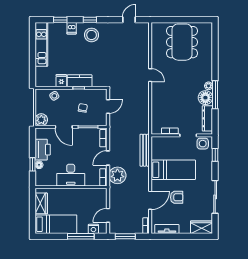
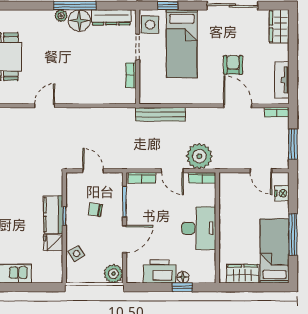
bed: (173, 170) -> (182, 44), moved, turned 180
window: (81, 236) -> (293, 234), moved

